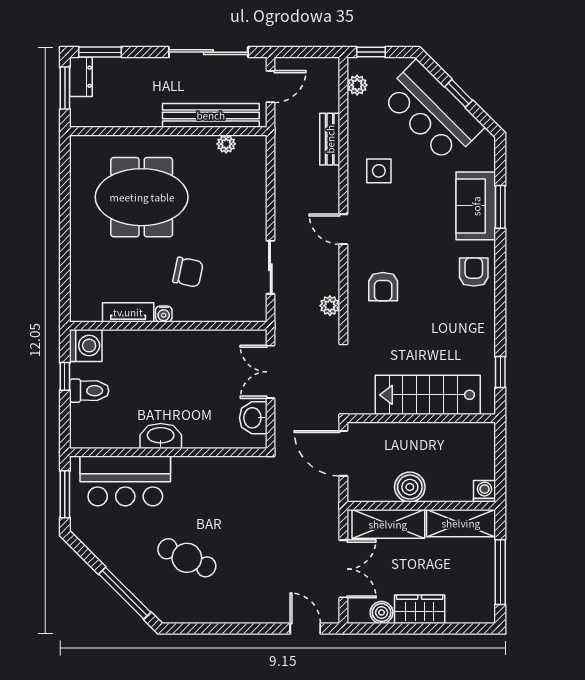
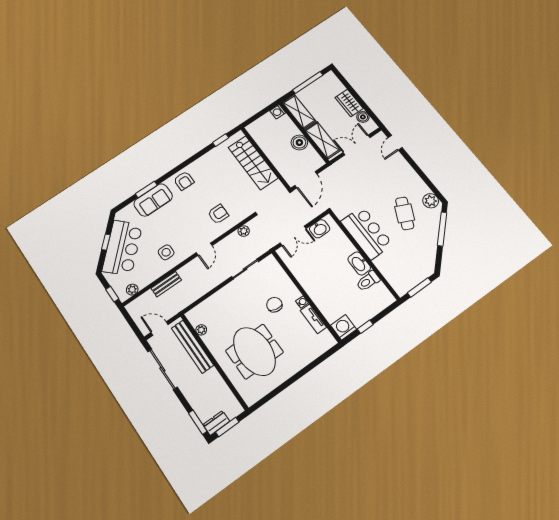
armchair: (474, 272) -> (184, 181), turned -90
toilet: (89, 391) -> (368, 281), moved, turned -90
bar counter: (125, 481) -> (367, 233), moved
plant: (178, 610) -> (431, 201), added

